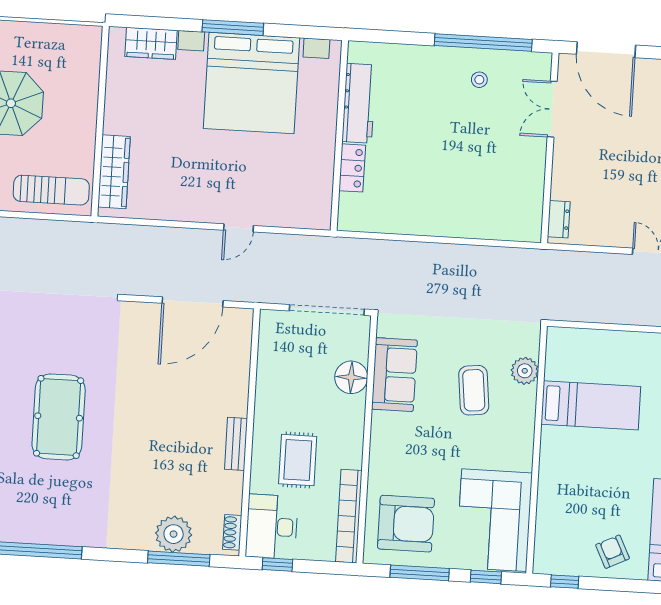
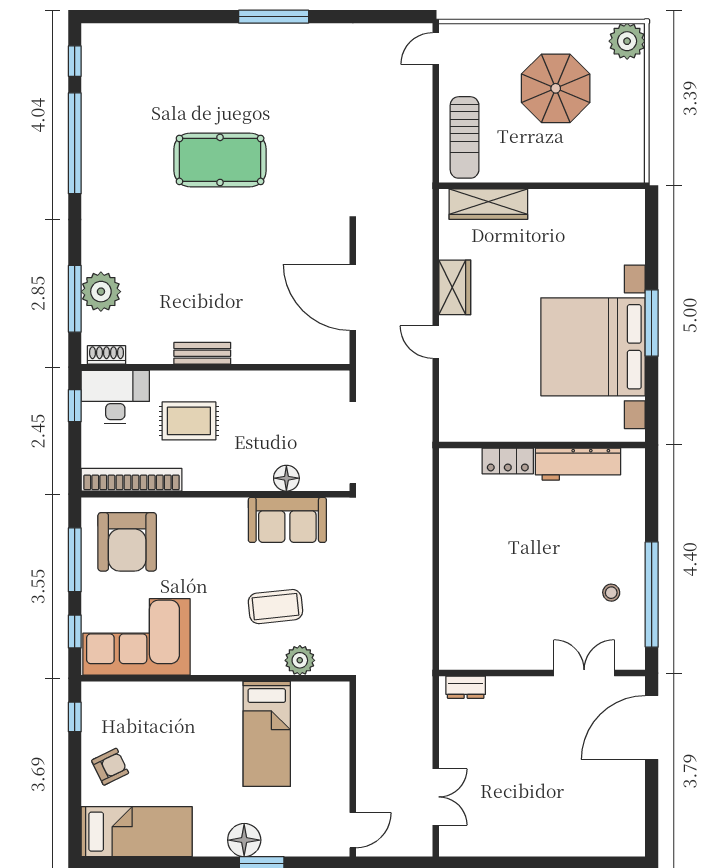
wardrobe: (151, 43) -> (455, 287), moved, turned 180
floor lamp: (351, 377) -> (286, 478), width x0.73, depth x0.73

